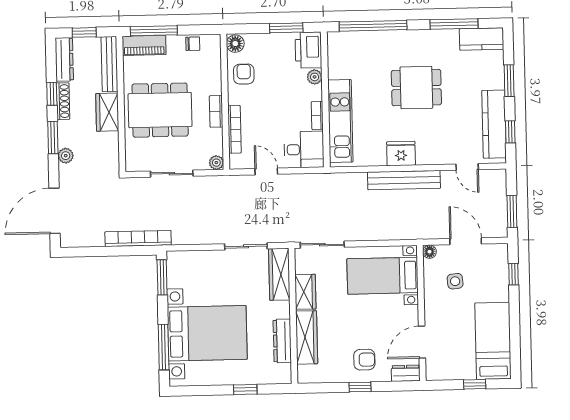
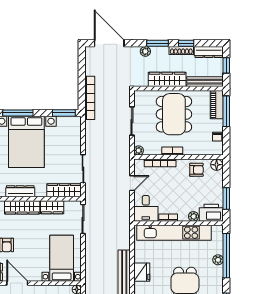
plant: (380, 38) -> (218, 260), added
wardrobe: (107, 112) -> (167, 79), width x1.50
kitchen unit: (340, 121) -> (174, 233), width x1.36

